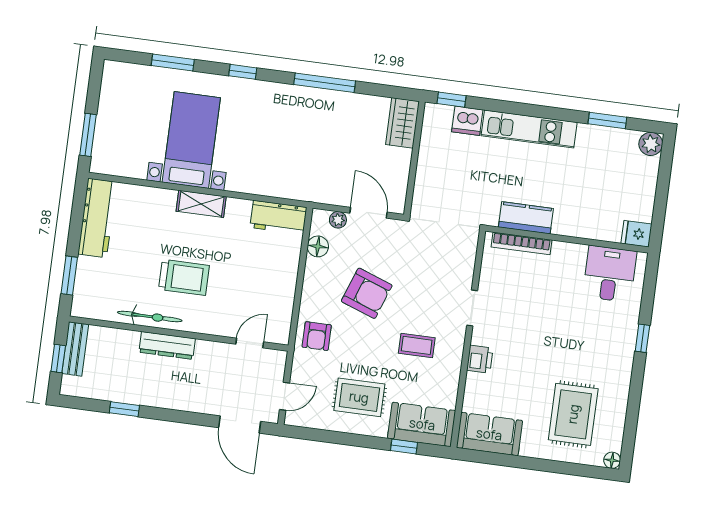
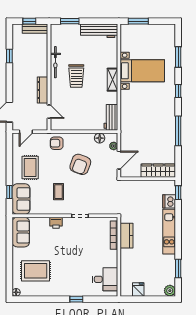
wardrobe: (403, 123) -> (158, 171), width x1.50
fridge: (636, 234) -> (138, 290), moved
dresser: (167, 345) -> (43, 90), moved
door: (284, 396) -> (26, 132), hinge flipped

